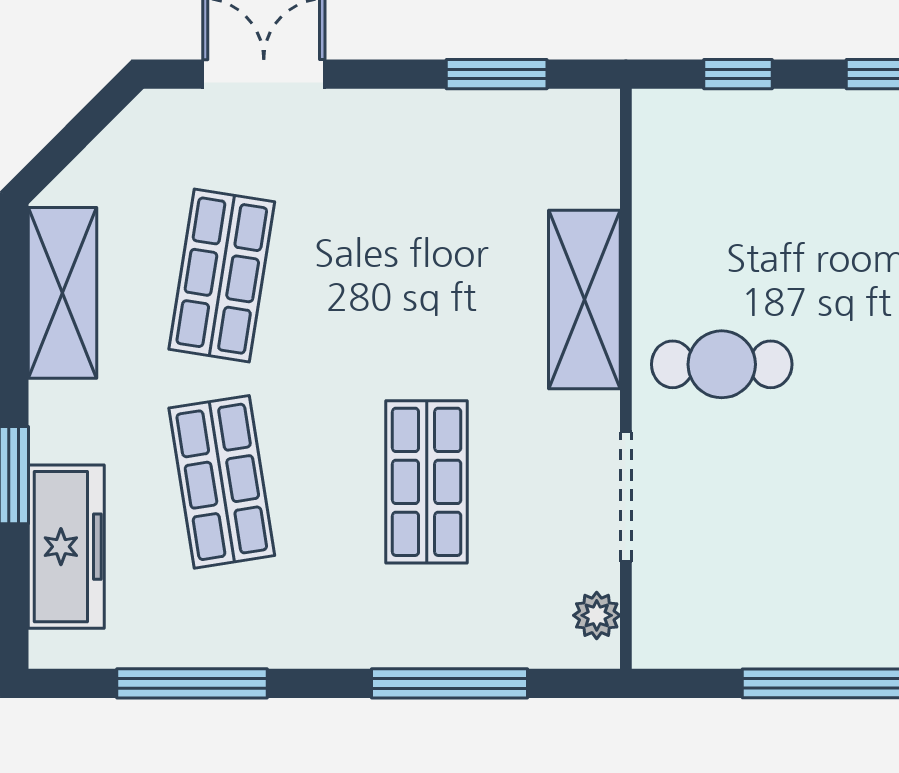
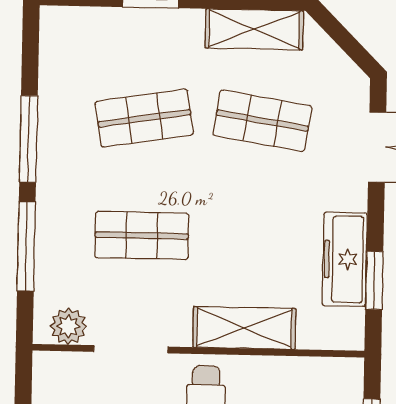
freezer: (66, 547) -> (345, 259), moved, turned 90
plant: (597, 615) -> (68, 326), width x1.38, depth x1.38
window: (192, 683) -> (28, 139), moved

